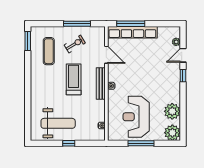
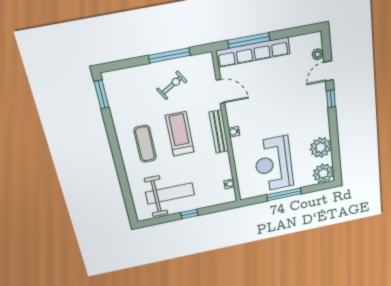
exercise mat: (49, 51) -> (145, 144), moved

